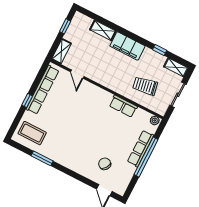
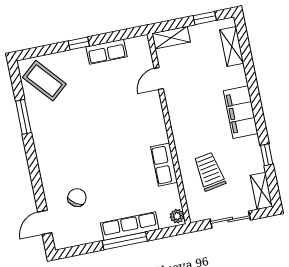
shelving: (103, 30) -> (232, 46), moved
row of seats: (43, 90) -> (106, 52), width x0.50
coffee table: (32, 133) -> (44, 81), turned -41
window: (146, 157) -> (125, 241), width x0.68

